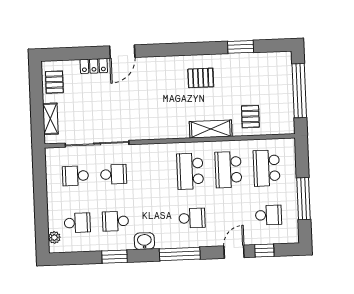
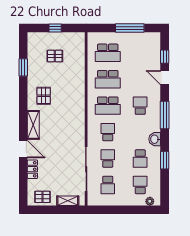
window: (299, 91) -> (55, 28), width x0.32
pallet: (250, 117) -> (55, 56), moved
shelving: (211, 129) -> (33, 125), moved
school desk: (268, 215) -> (108, 132), moved

